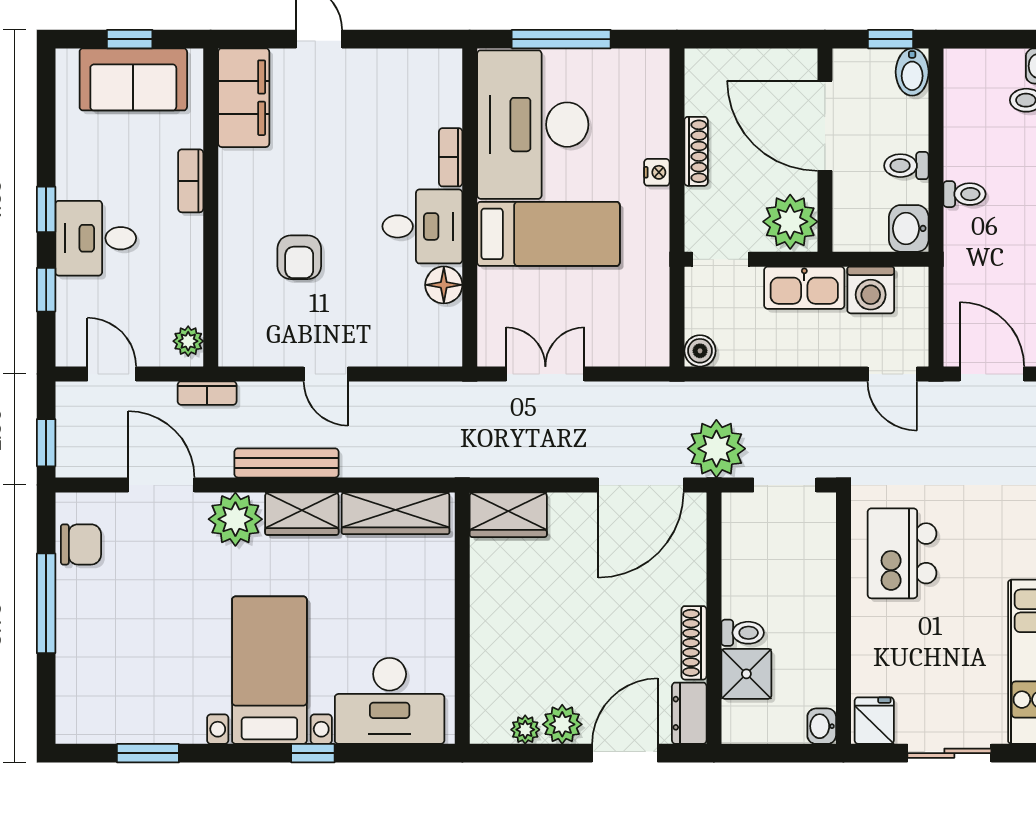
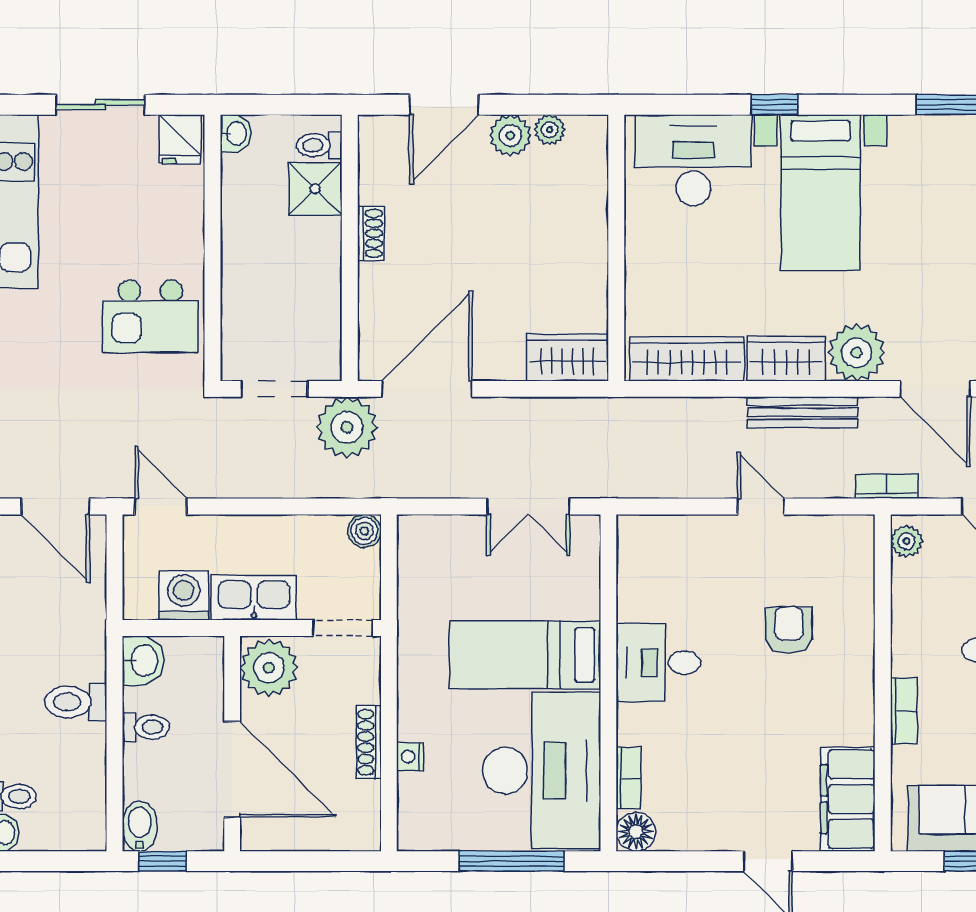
bookcase: (451, 157) -> (629, 778), moved
nightstand: (657, 172) -> (410, 757), moved
toilet: (964, 194) -> (76, 702), width x1.37, depth x1.39
floor lamp: (444, 285) -> (636, 832), moved
kitchen island: (902, 553) -> (150, 316), turned 90
toilet: (743, 633) -> (319, 145), moved
shoe rack: (694, 643) -> (371, 233), width x0.70
dresser: (689, 713) -> (376, 147), removed

